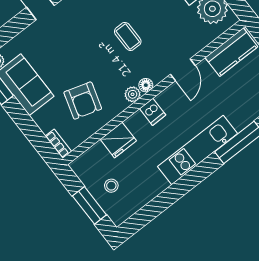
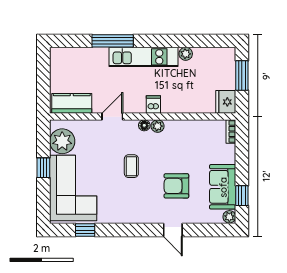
armchair: (83, 101) -> (176, 186), moved, turned -107
fridge: (118, 140) -> (226, 102), moved, turned -90
plant: (159, 184) -> (186, 54), added
stool: (111, 186) -> (218, 77), removed

